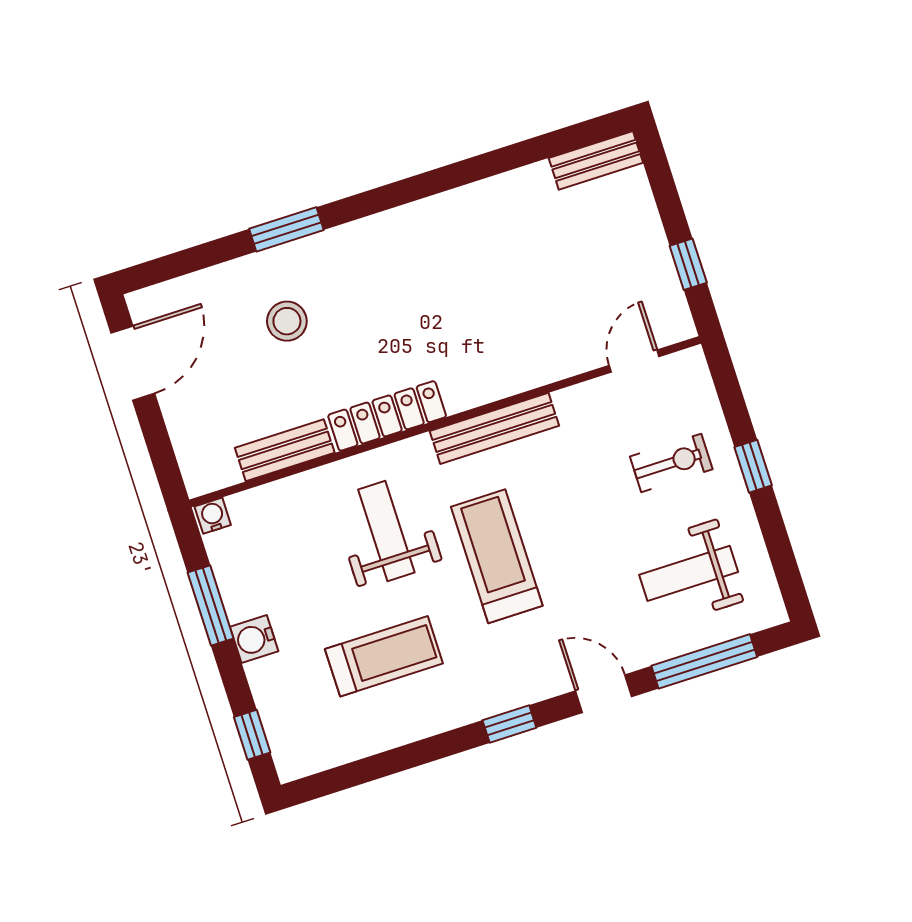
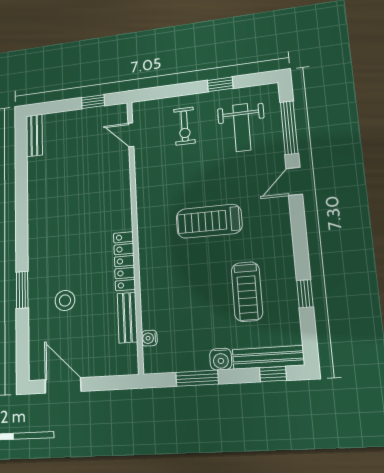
bench: (494, 428) -> (268, 357), moved, turned 90
exercise bike: (671, 463) -> (184, 126), turned 180
window: (753, 466) -> (220, 84), moved
water cooler: (213, 516) -> (149, 338), moved
weight bench: (386, 531) -> (182, 275), removed
treadmill: (384, 656) -> (247, 292), turned 180
window: (509, 724) -> (305, 294), moved

